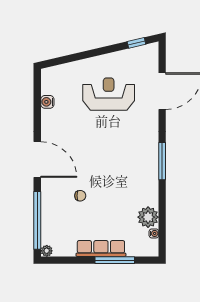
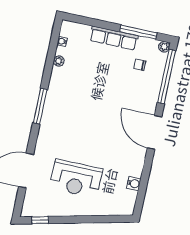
chair: (80, 196) -> (140, 65), moved
plant: (148, 217) -> (59, 61), width x0.53, depth x0.53
window: (115, 260) -> (138, 32), moved

